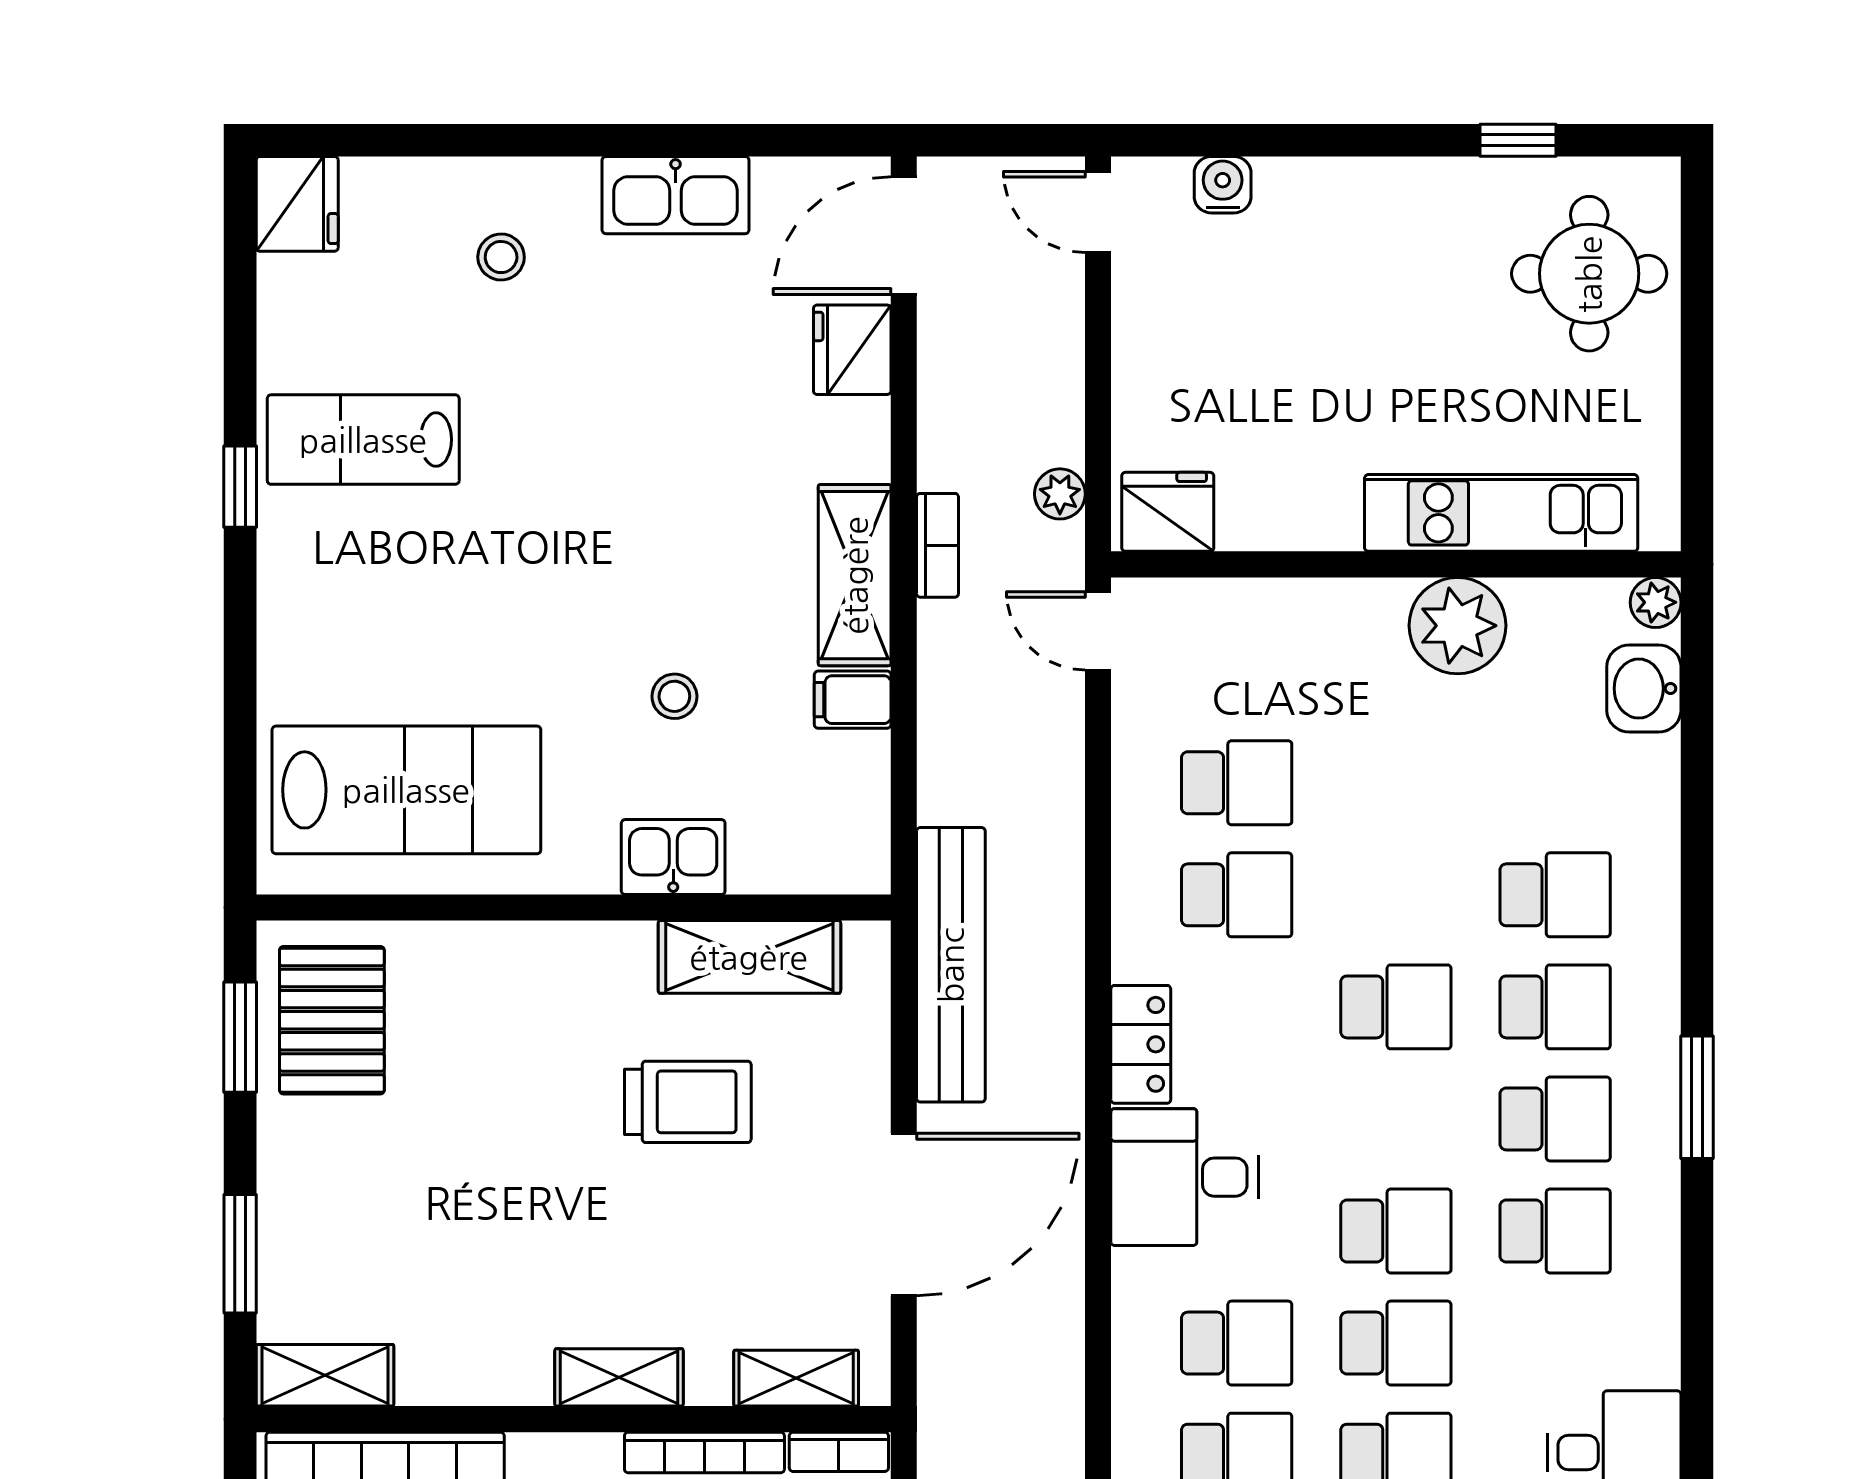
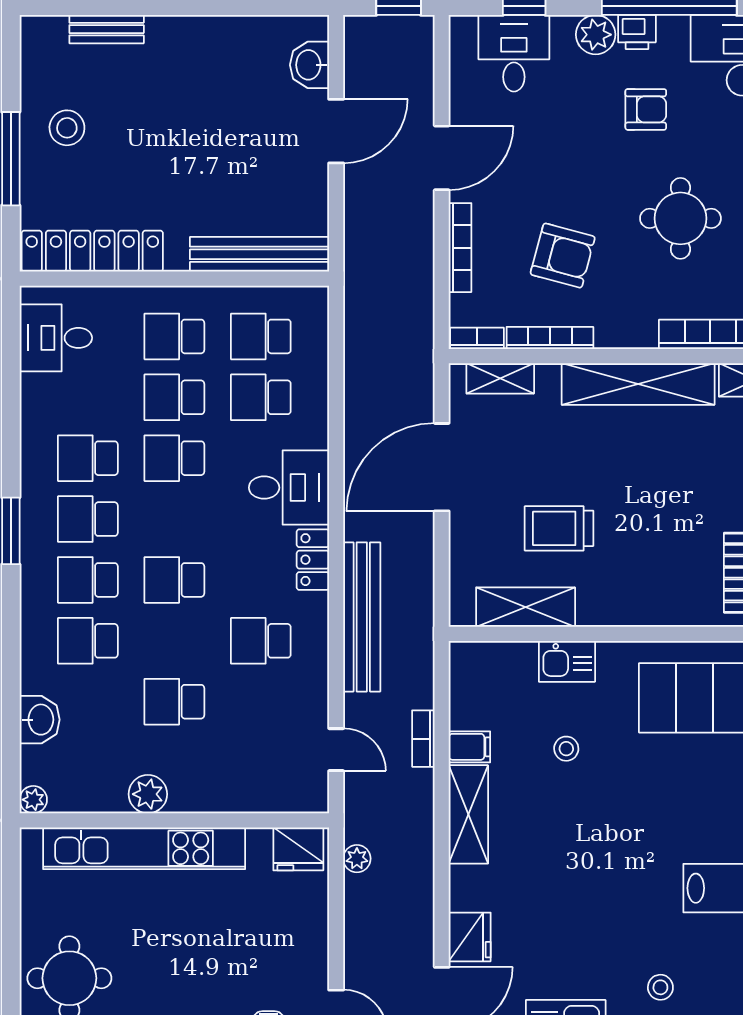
kitchen unit: (1501, 513) -> (144, 848), width x1.36
bookcase: (938, 545) -> (423, 739), moved
plant: (1458, 626) -> (148, 794), width x0.73, depth x0.73
door: (1098, 631) -> (336, 750), moved
washbasin: (1644, 689) -> (40, 720), moved
school desk: (1237, 783) -> (174, 702), moved
bench: (951, 965) -> (362, 617), moved
shelving: (619, 1377) -> (638, 384), width x2.20, depth x1.33

